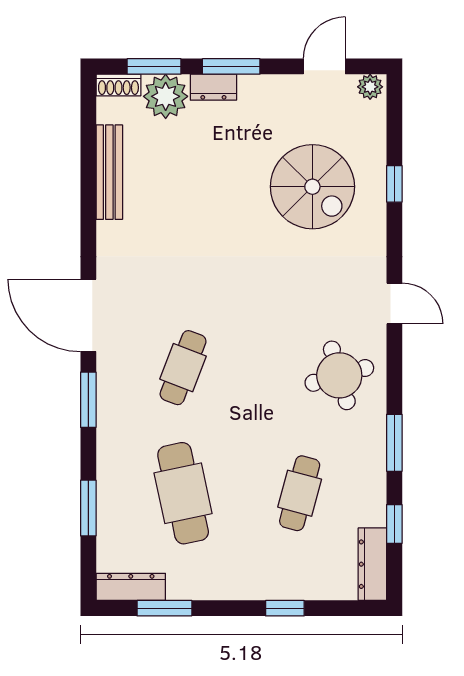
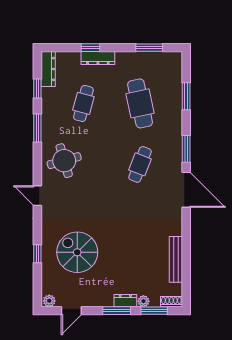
plant: (166, 96) -> (143, 301), width x0.53, depth x0.53
dresser: (131, 587) -> (98, 58), moved

